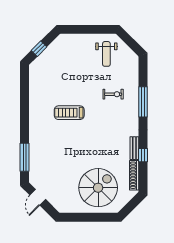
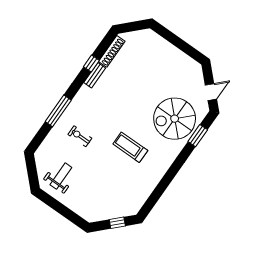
treadmill: (69, 113) -> (130, 147), turned 180
window: (24, 157) -> (198, 136), width x0.69
spiral stairs: (98, 188) -> (175, 119), moved

